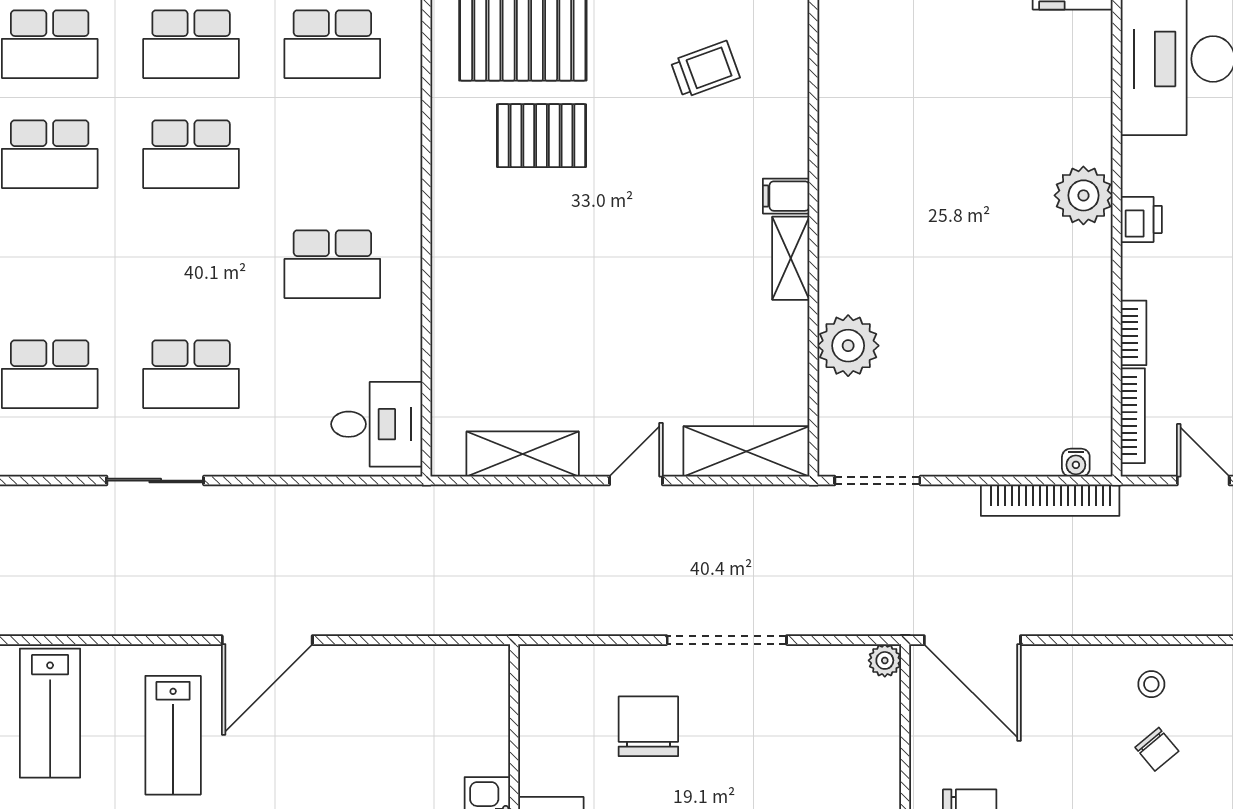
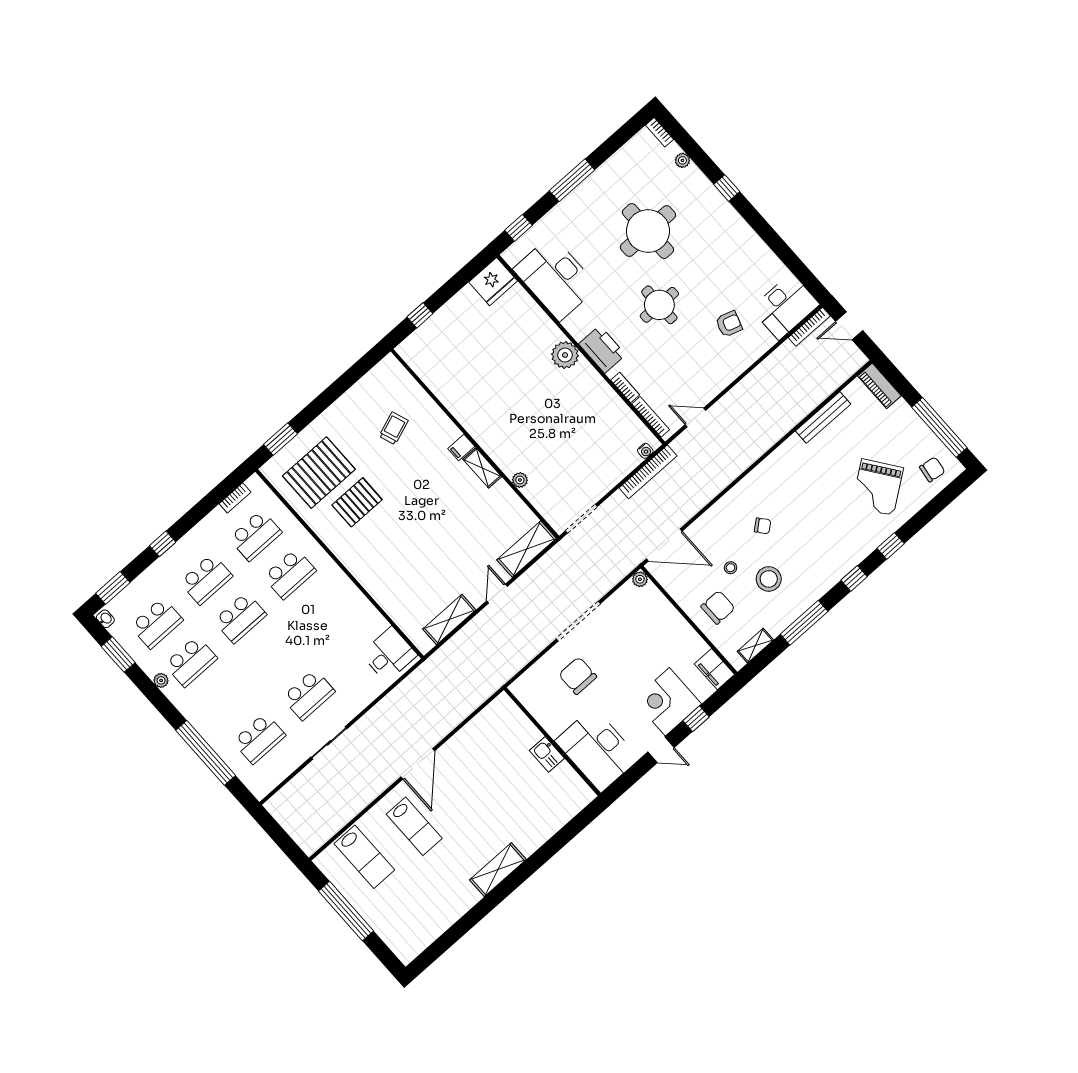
printer: (1141, 219) -> (602, 349), width x1.87, depth x1.48
school desk: (332, 264) -> (290, 574), moved
plant: (848, 346) -> (520, 480), width x0.53, depth x0.53
stool: (1151, 684) -> (730, 568), moved

